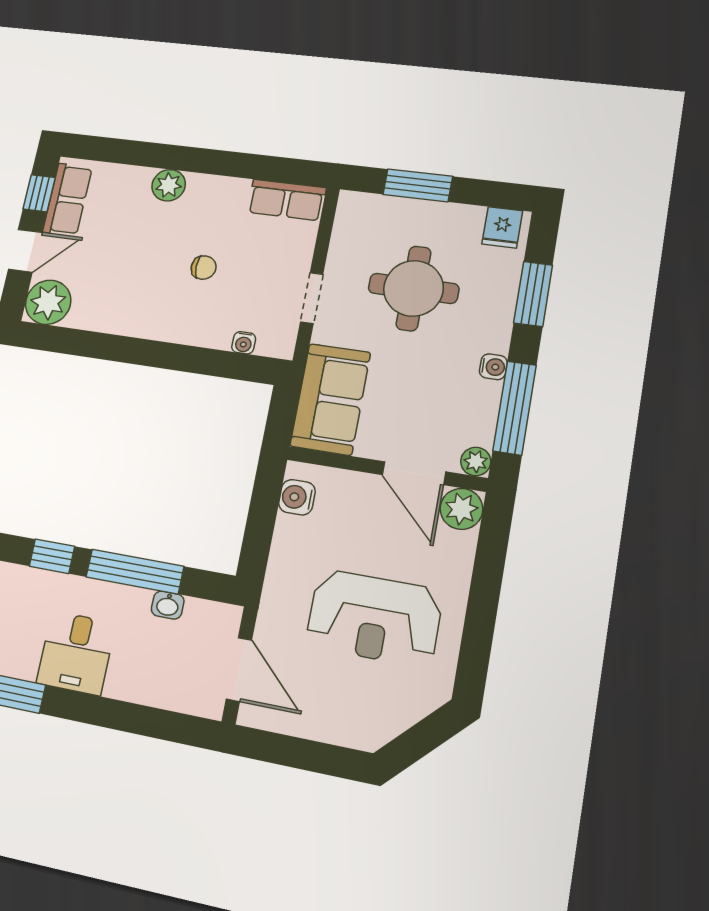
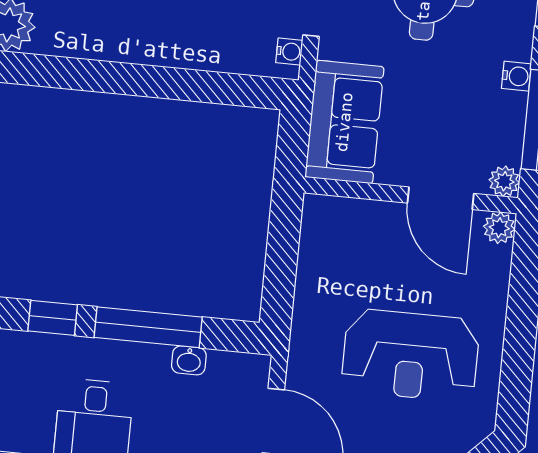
water cooler: (244, 343) -> (289, 51), moved, turned -90
water cooler: (297, 497) -> (318, 233), removed
plant: (461, 509) -> (499, 228), width x0.73, depth x0.73

